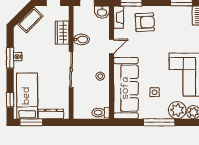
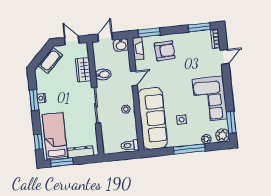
plant: (177, 110) -> (206, 139), width x0.53, depth x0.53

